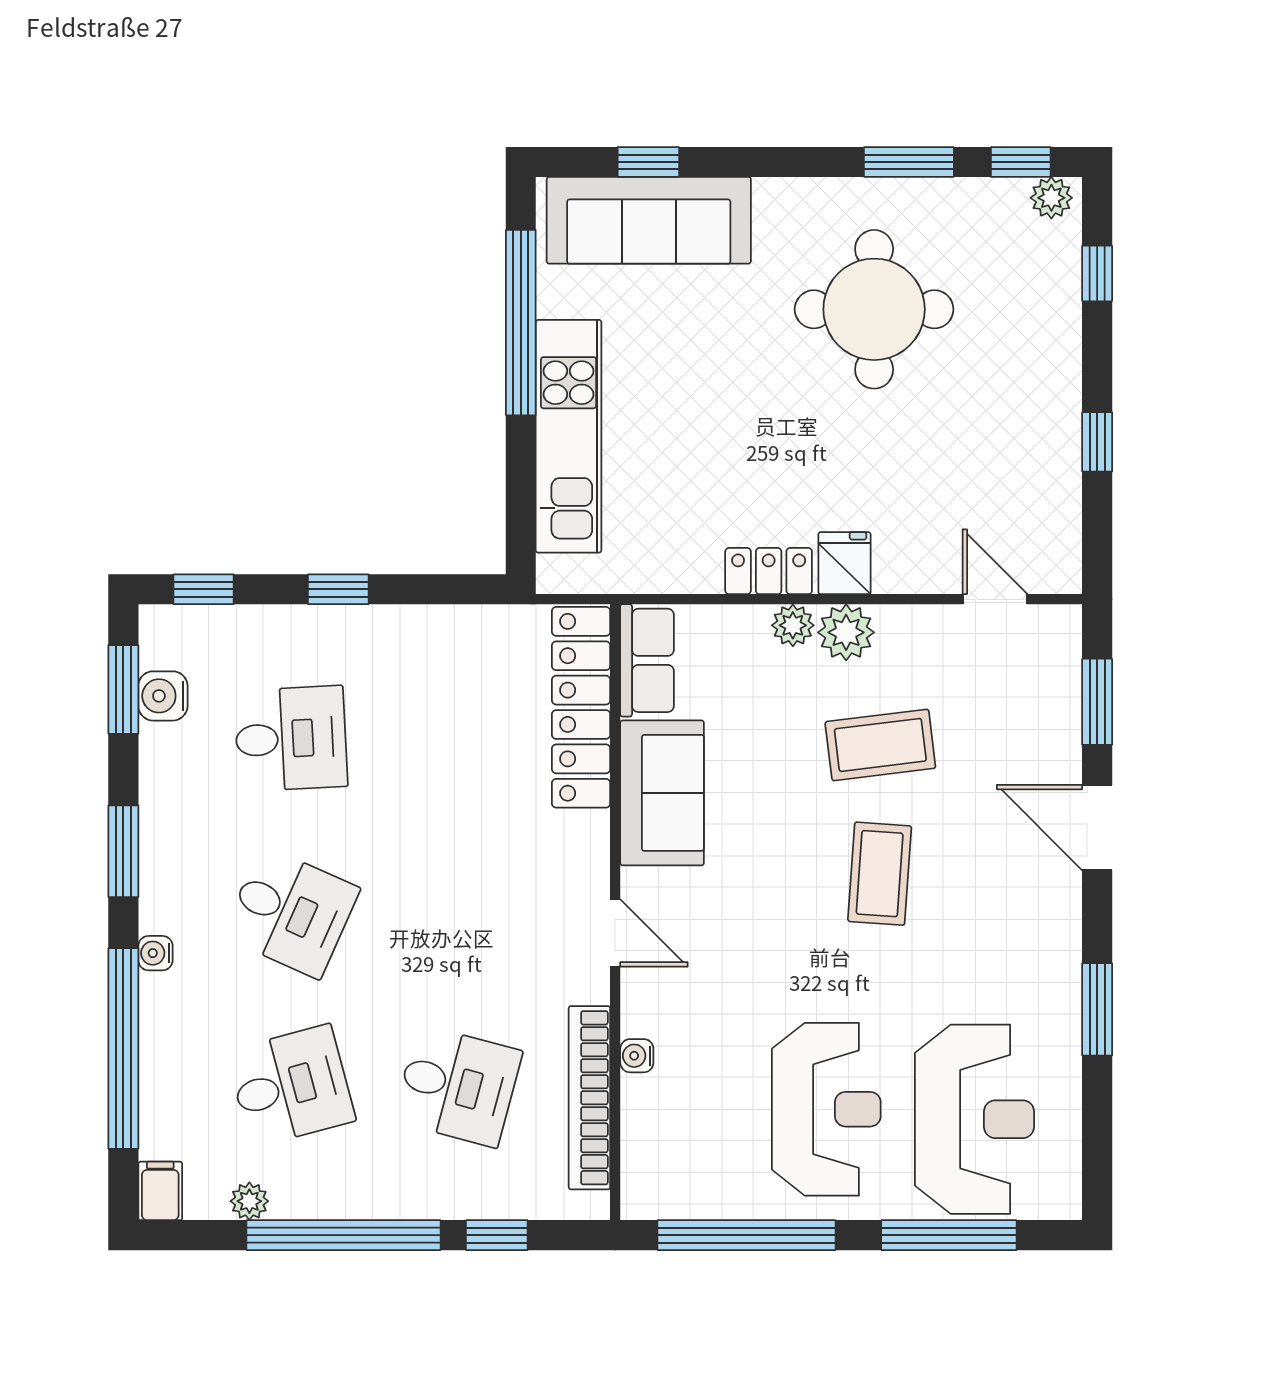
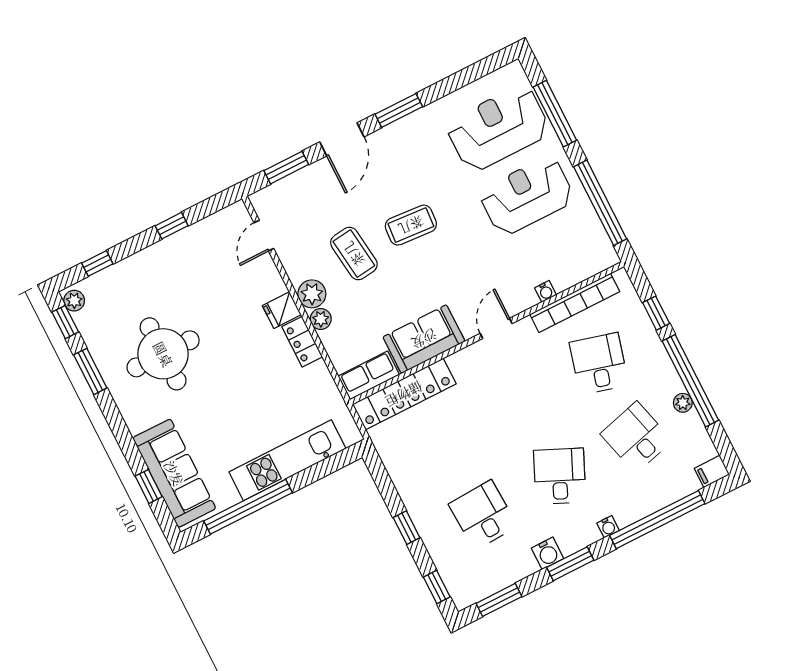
water cooler: (163, 696) -> (548, 553), moved
window: (1097, 1009) -> (399, 110), moved
plant: (249, 1201) -> (683, 403), moved

